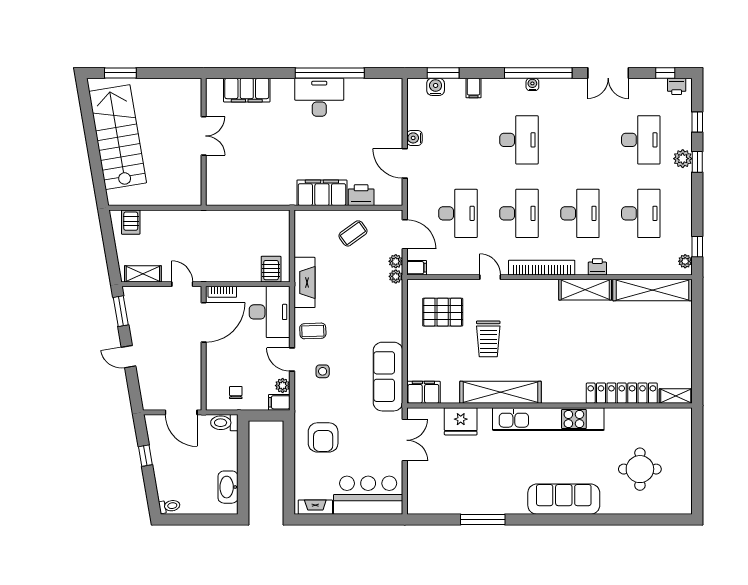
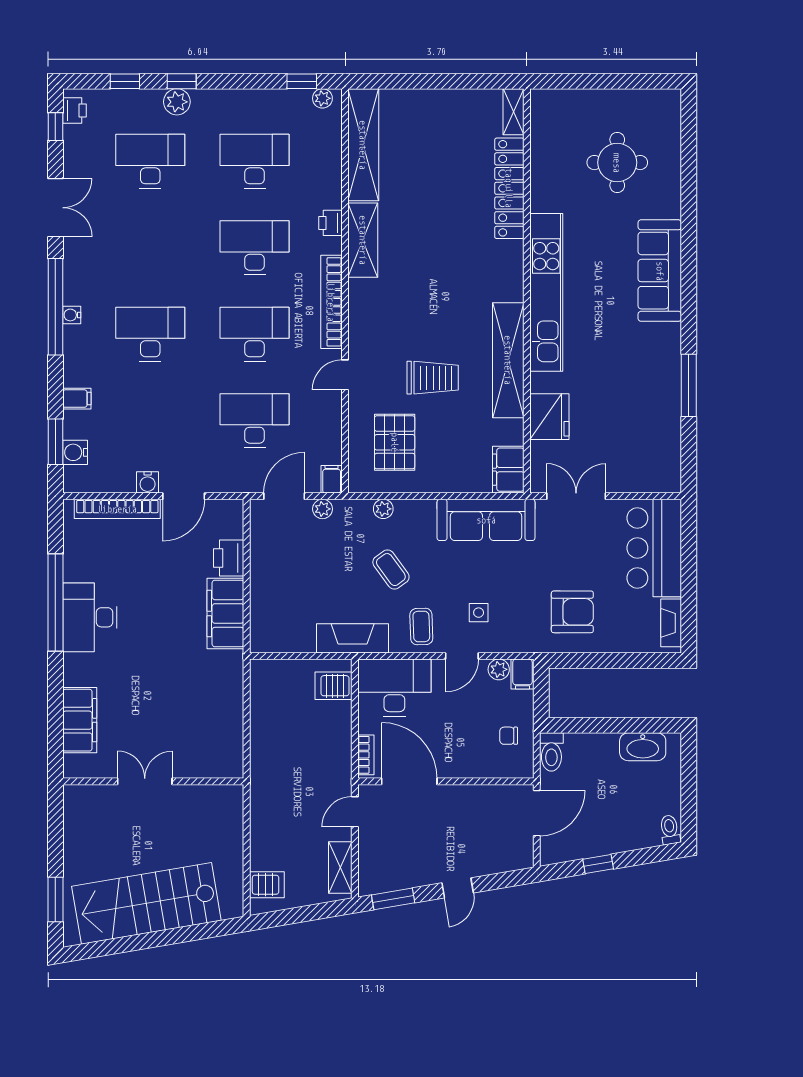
bookcase: (396, 117) -> (117, 509), added
coffee table: (353, 233) -> (391, 570), moved
plant: (396, 276) -> (383, 509), moved

